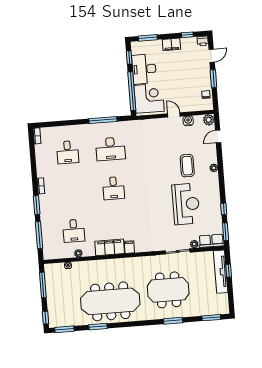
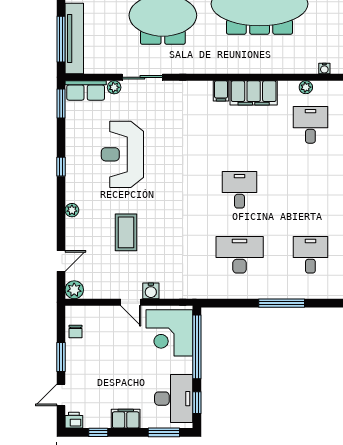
desk: (144, 69) -> (174, 399), moved
window: (103, 120) -> (282, 303), moved
water cooler: (188, 121) -> (151, 291), moved
coffee table: (187, 166) -> (126, 232), moved
window: (224, 209) -> (61, 167), moved
window: (229, 271) -> (61, 39), width x2.17

